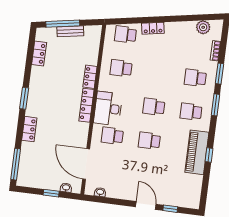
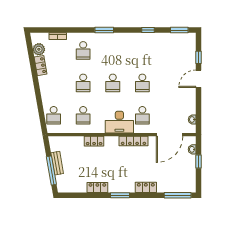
locker: (153, 28) -> (41, 66), moved
locker: (39, 53) -> (97, 188), moved
window: (220, 74) -> (179, 30), moved
locker: (86, 105) -> (134, 141), moved
school desk: (191, 112) -> (83, 83), moved
piano: (197, 152) -> (147, 41), removed

